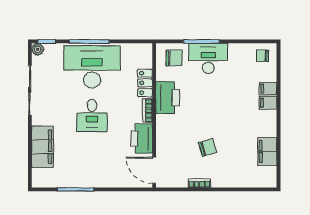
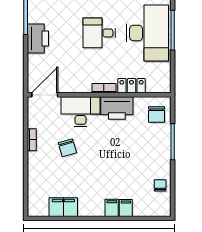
chair: (262, 56) -> (160, 185), moved
desk: (208, 58) -> (80, 112), moved, turned -90
printer: (142, 139) -> (38, 39), moved, turned 90

